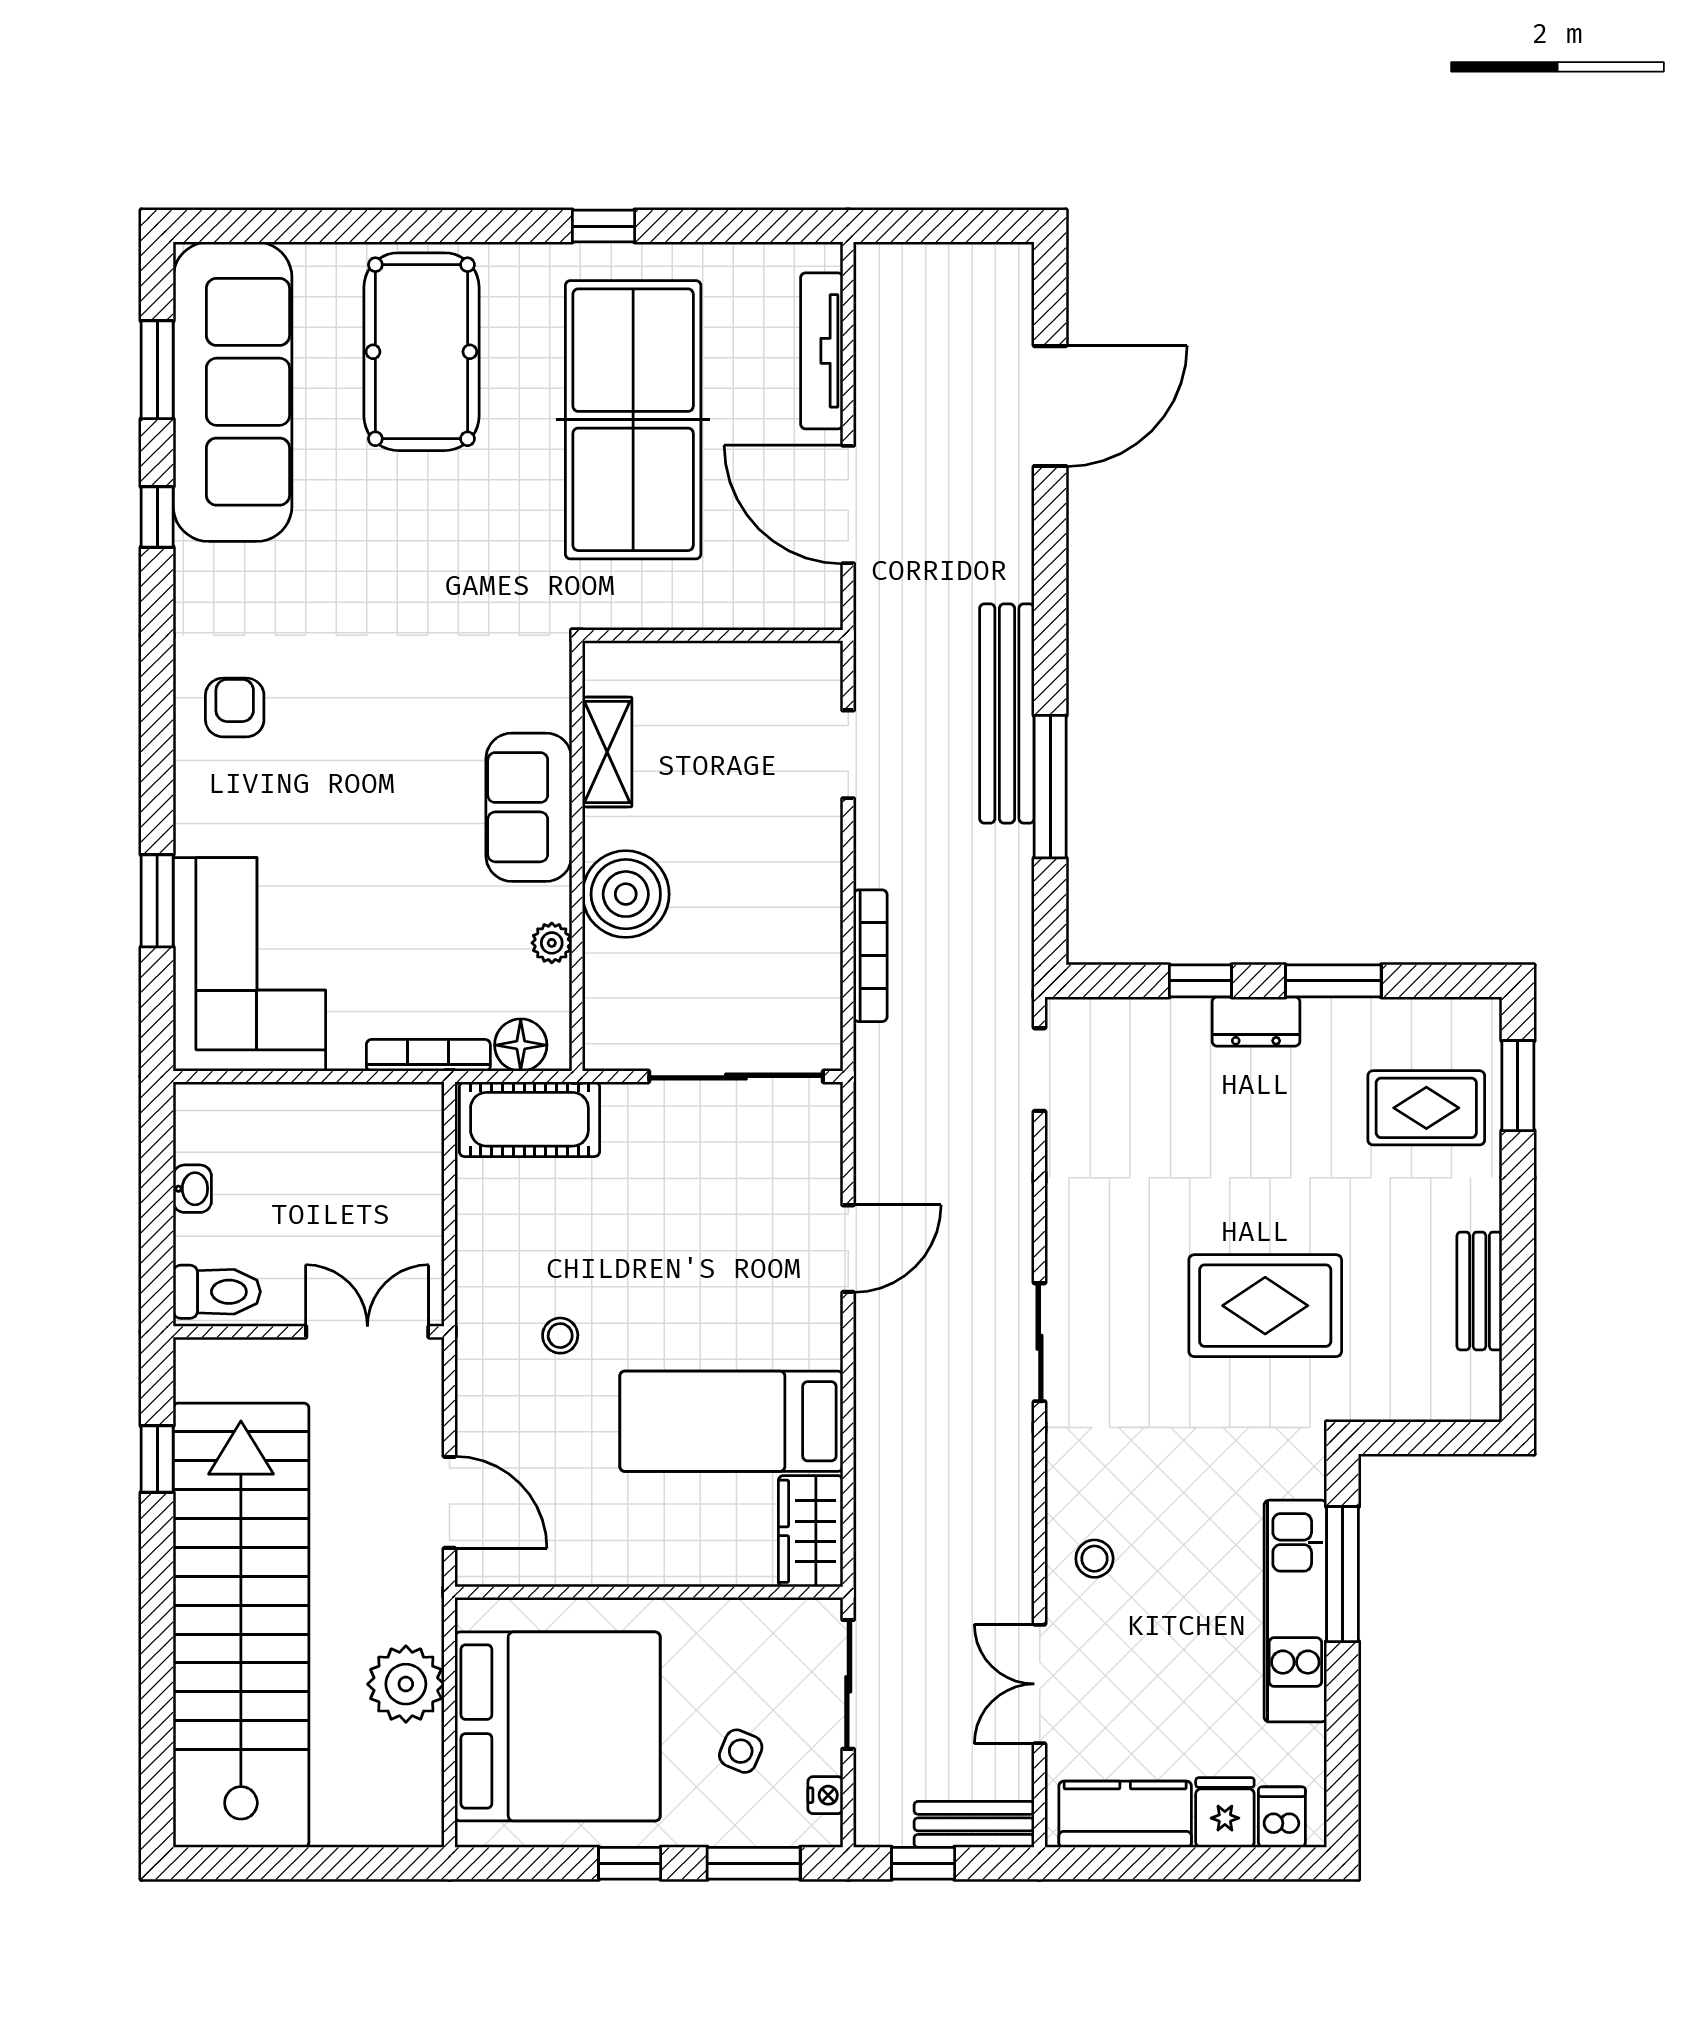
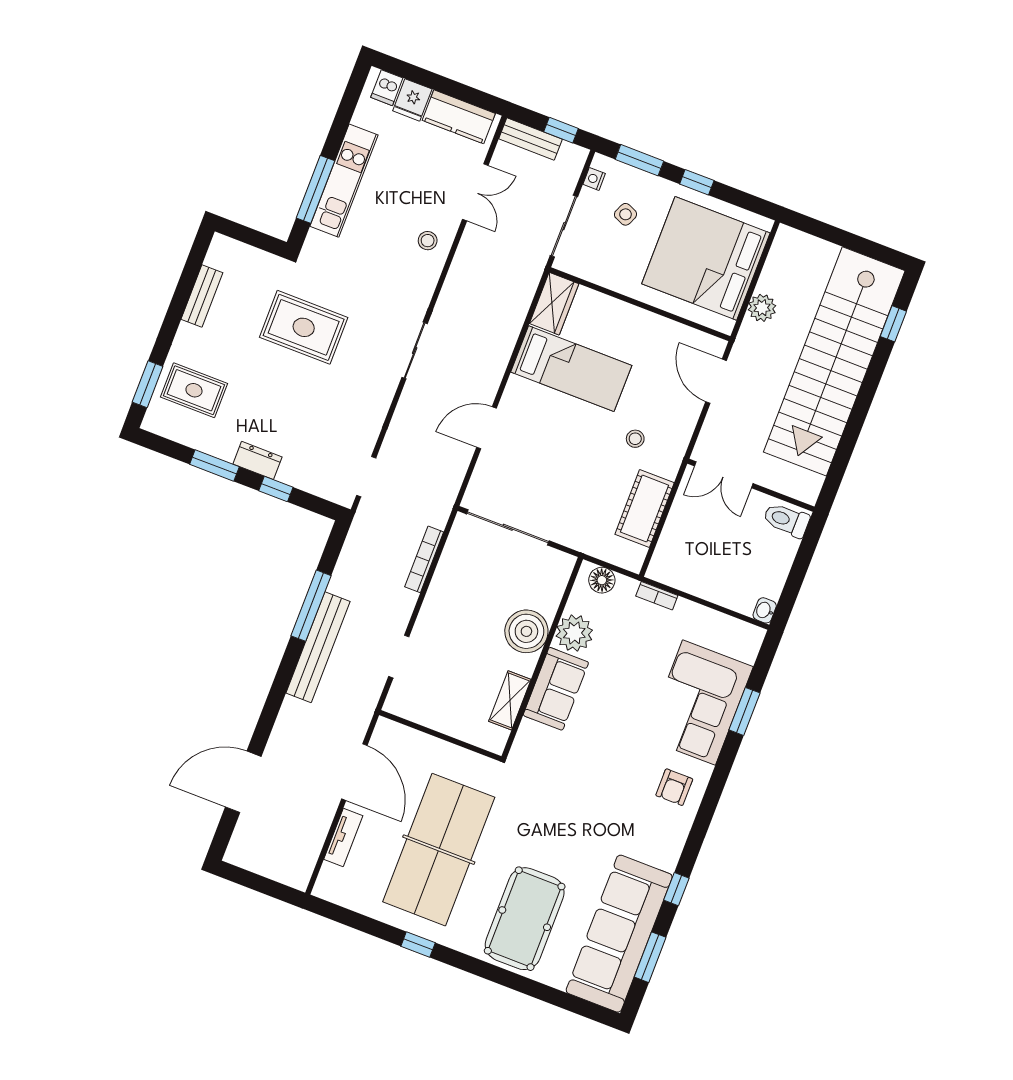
tv unit: (822, 351) -> (343, 837), width x0.71
plant: (552, 943) -> (574, 633), width x1.88, depth x1.88
corner sofa: (249, 964) -> (699, 702), moved
bookcase: (428, 1055) -> (657, 596), width x0.64
cot: (529, 1119) -> (645, 509), moved, turned 90
washbasin: (192, 1189) -> (765, 610), moved
window: (157, 1459) -> (893, 324), moved
plant: (406, 1684) -> (762, 308), width x0.73, depth x0.73

